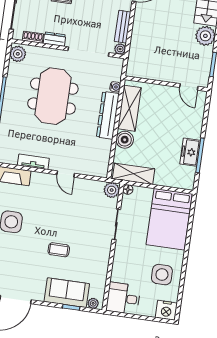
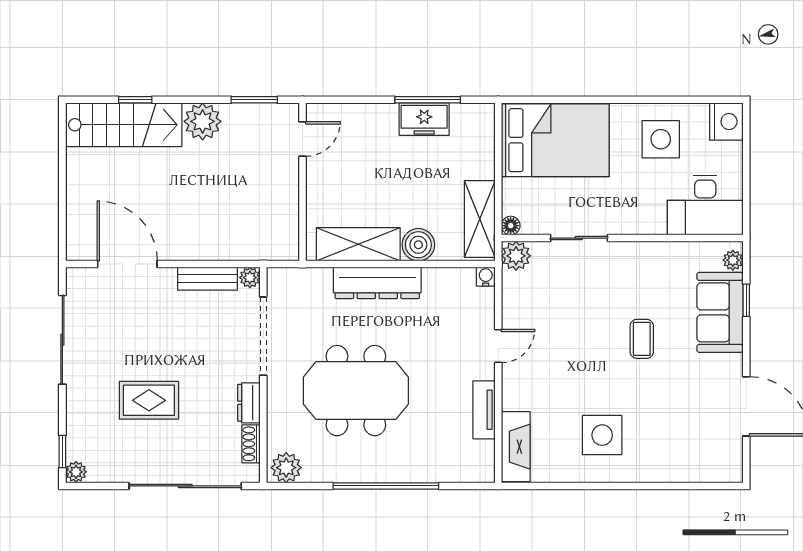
water cooler: (115, 87) -> (486, 277), moved
desk: (123, 298) -> (705, 205), width x1.37

